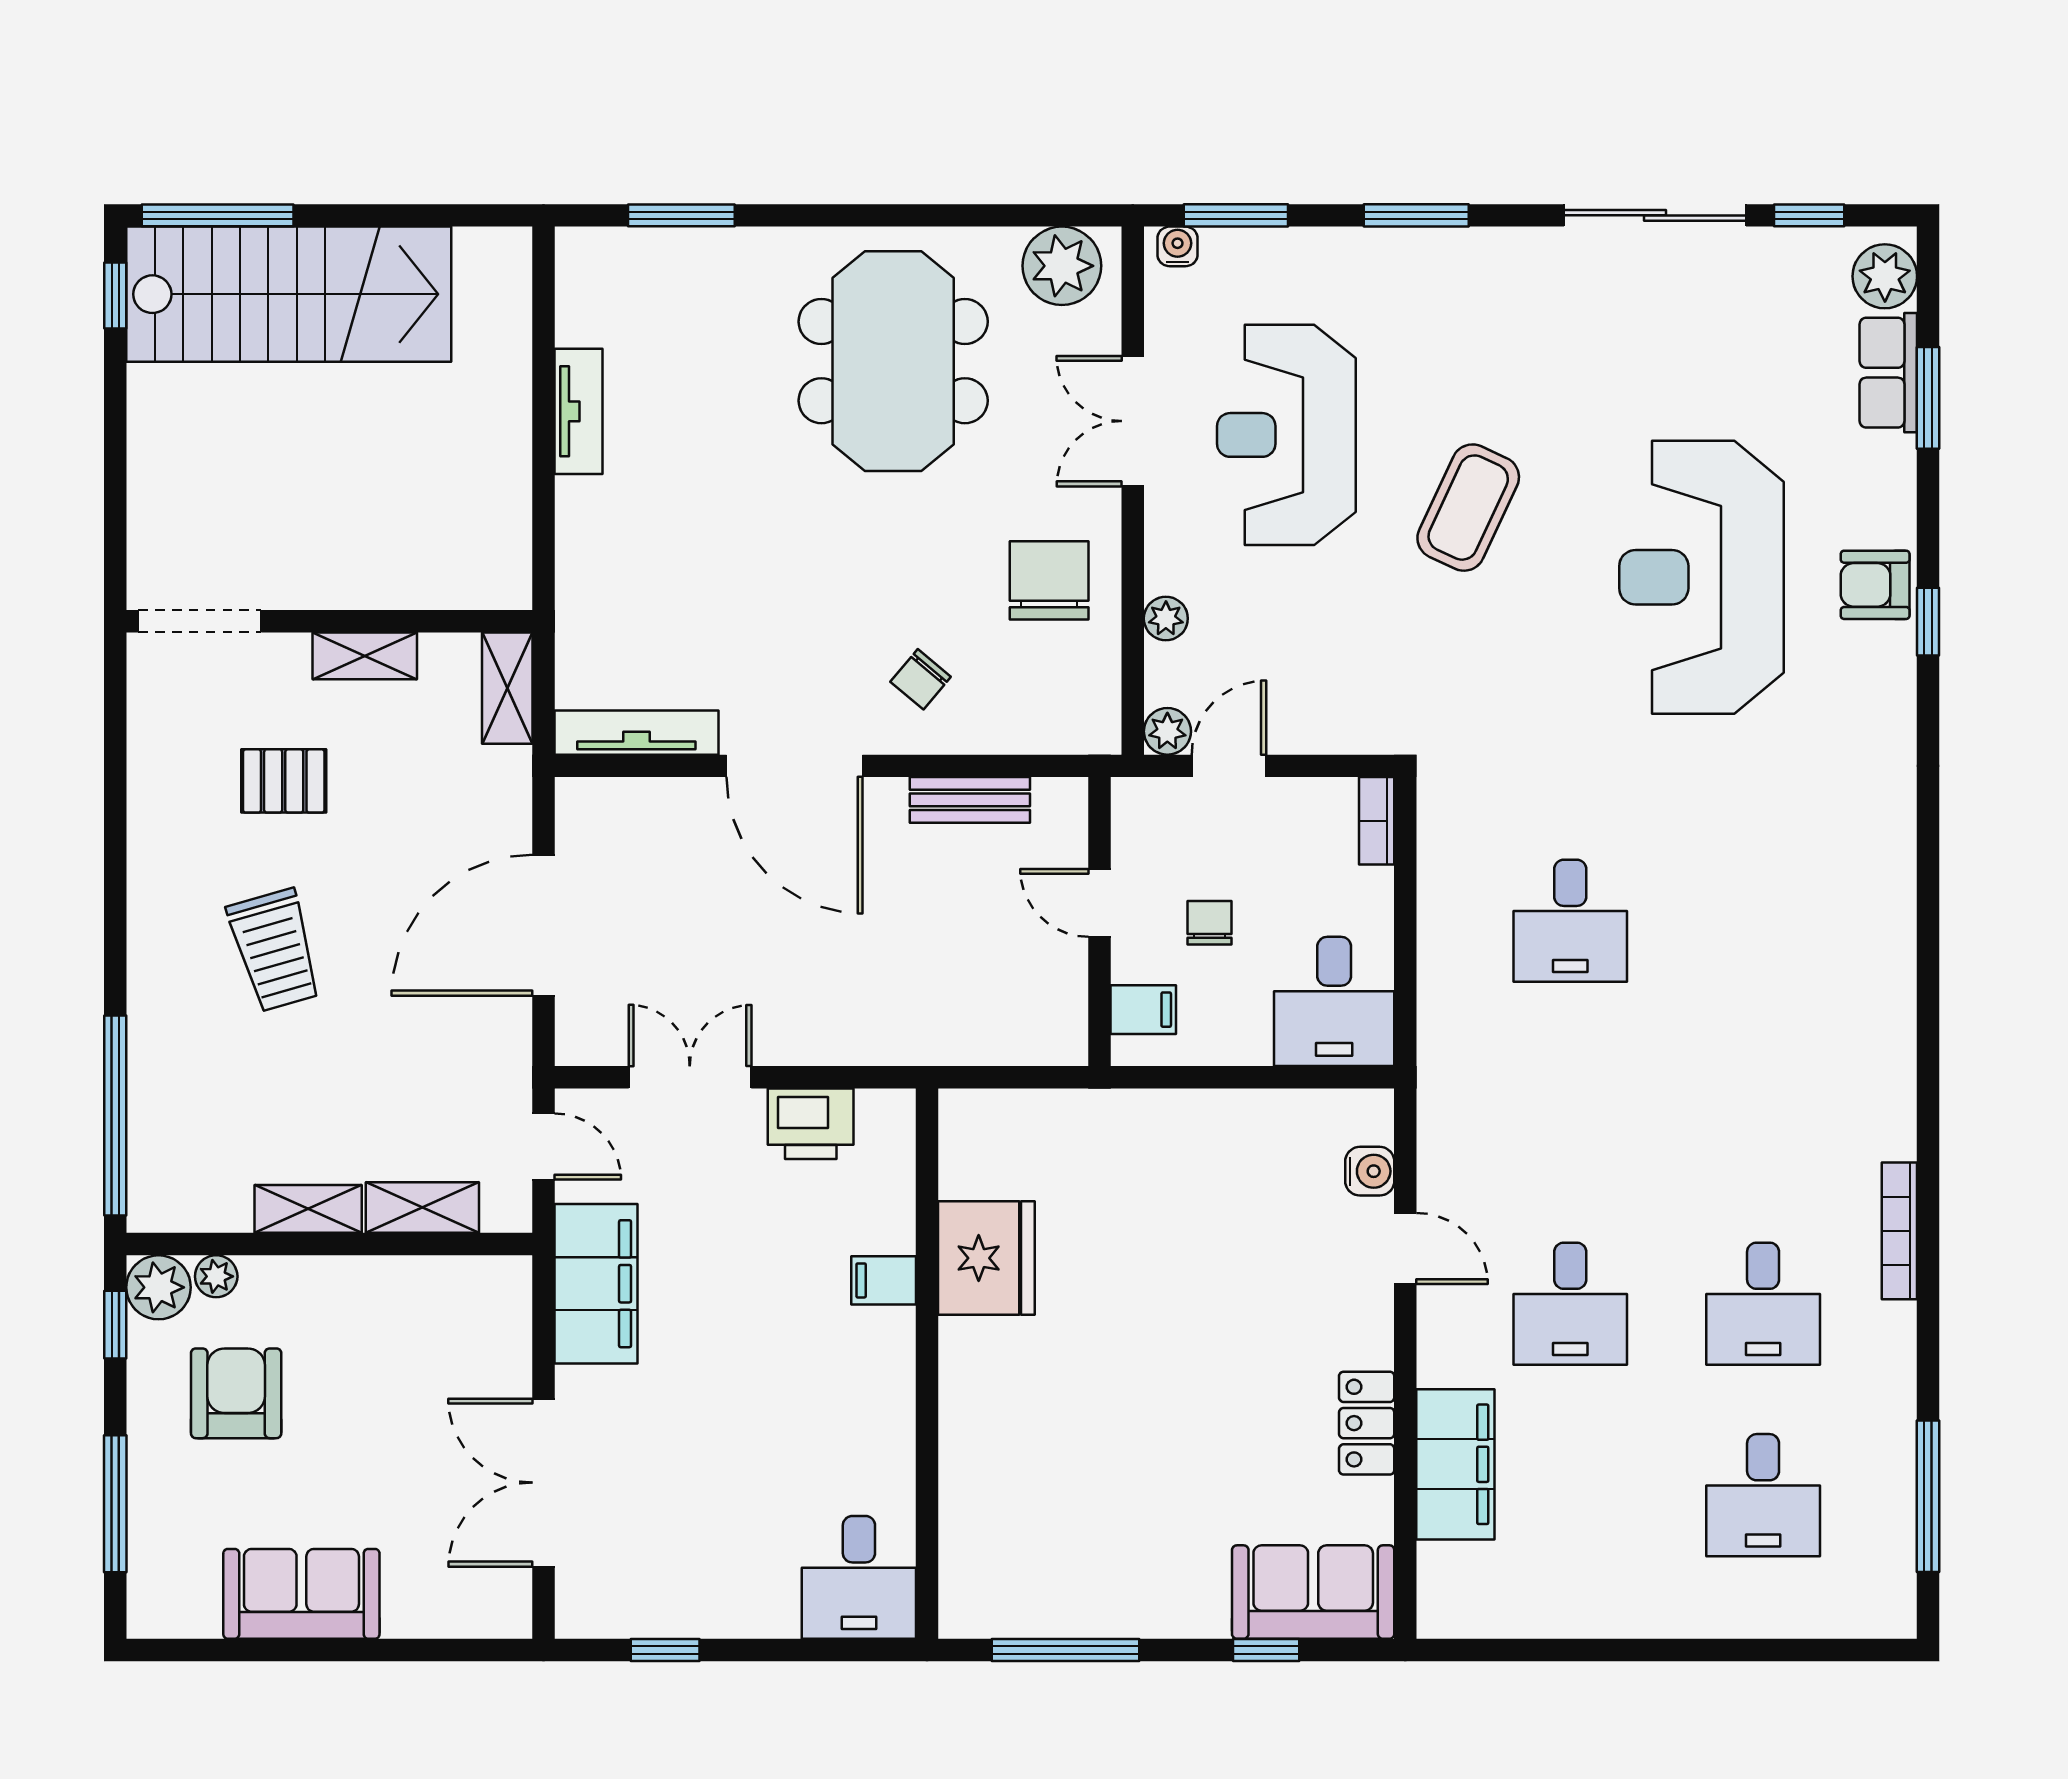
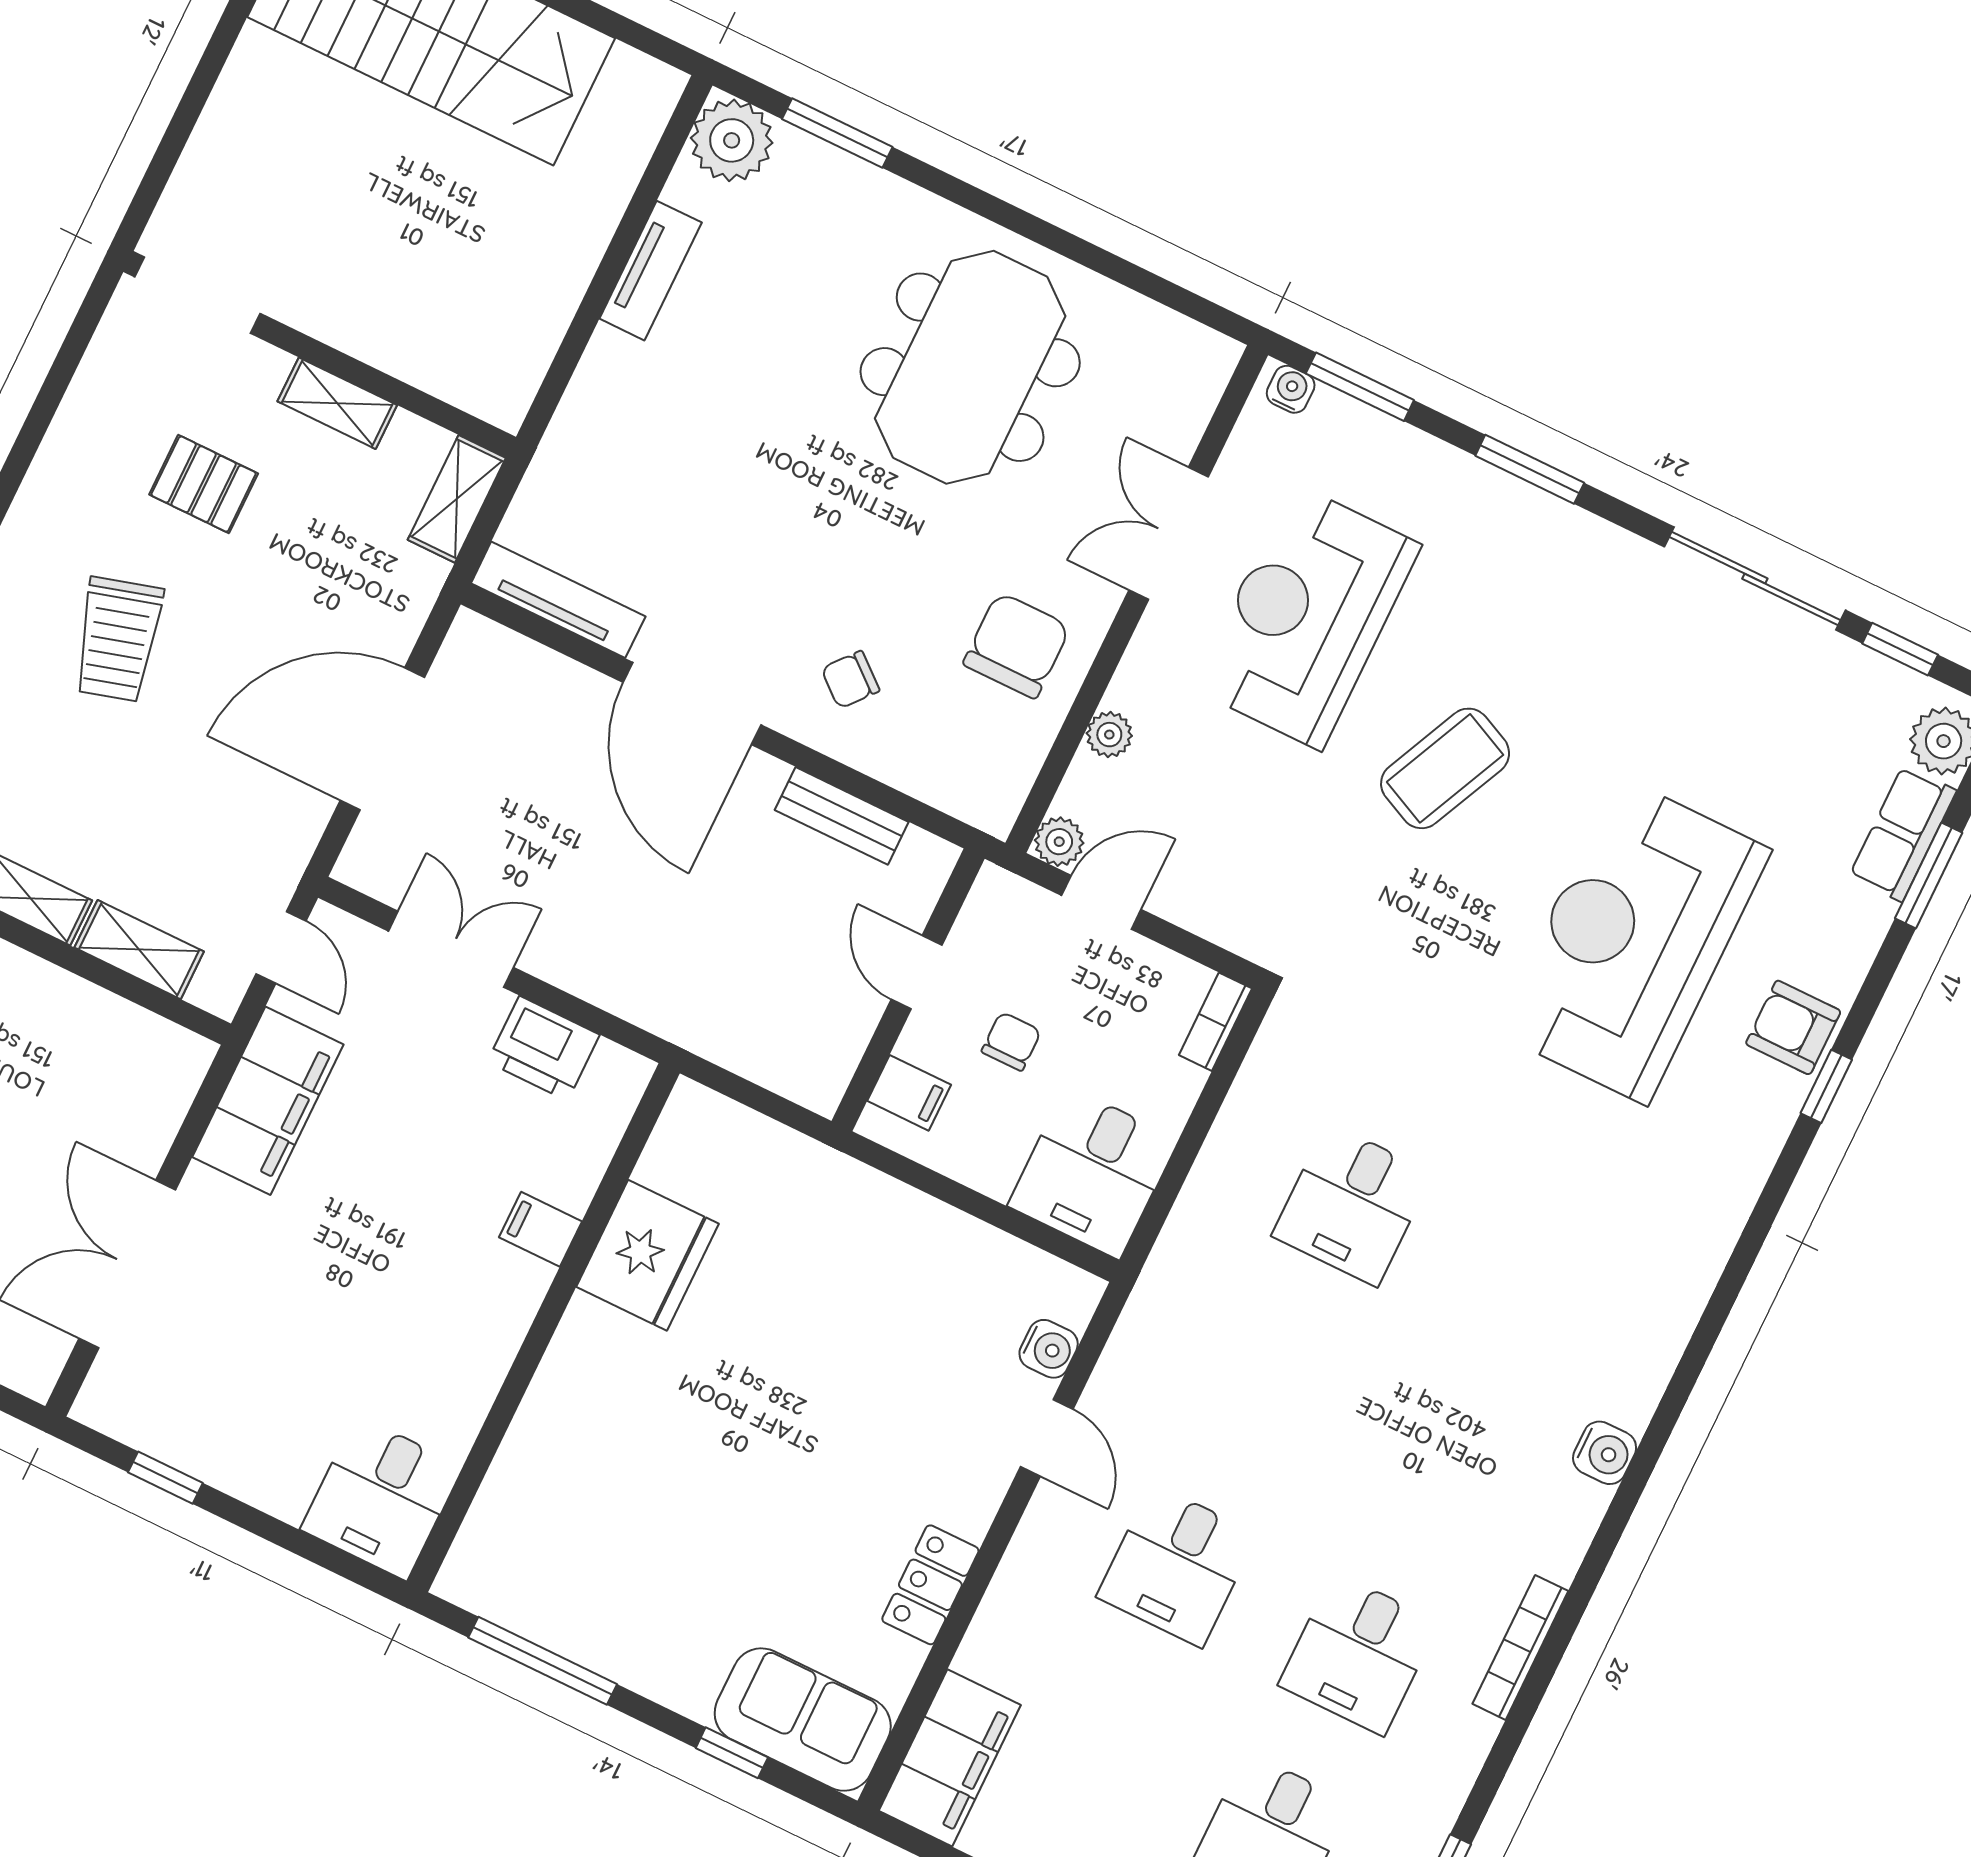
plant: (1062, 266) -> (732, 140), moved
water cooler: (1890, 1029) -> (1605, 1453), added
filing cabinet: (1455, 1464) -> (950, 1758), moved

